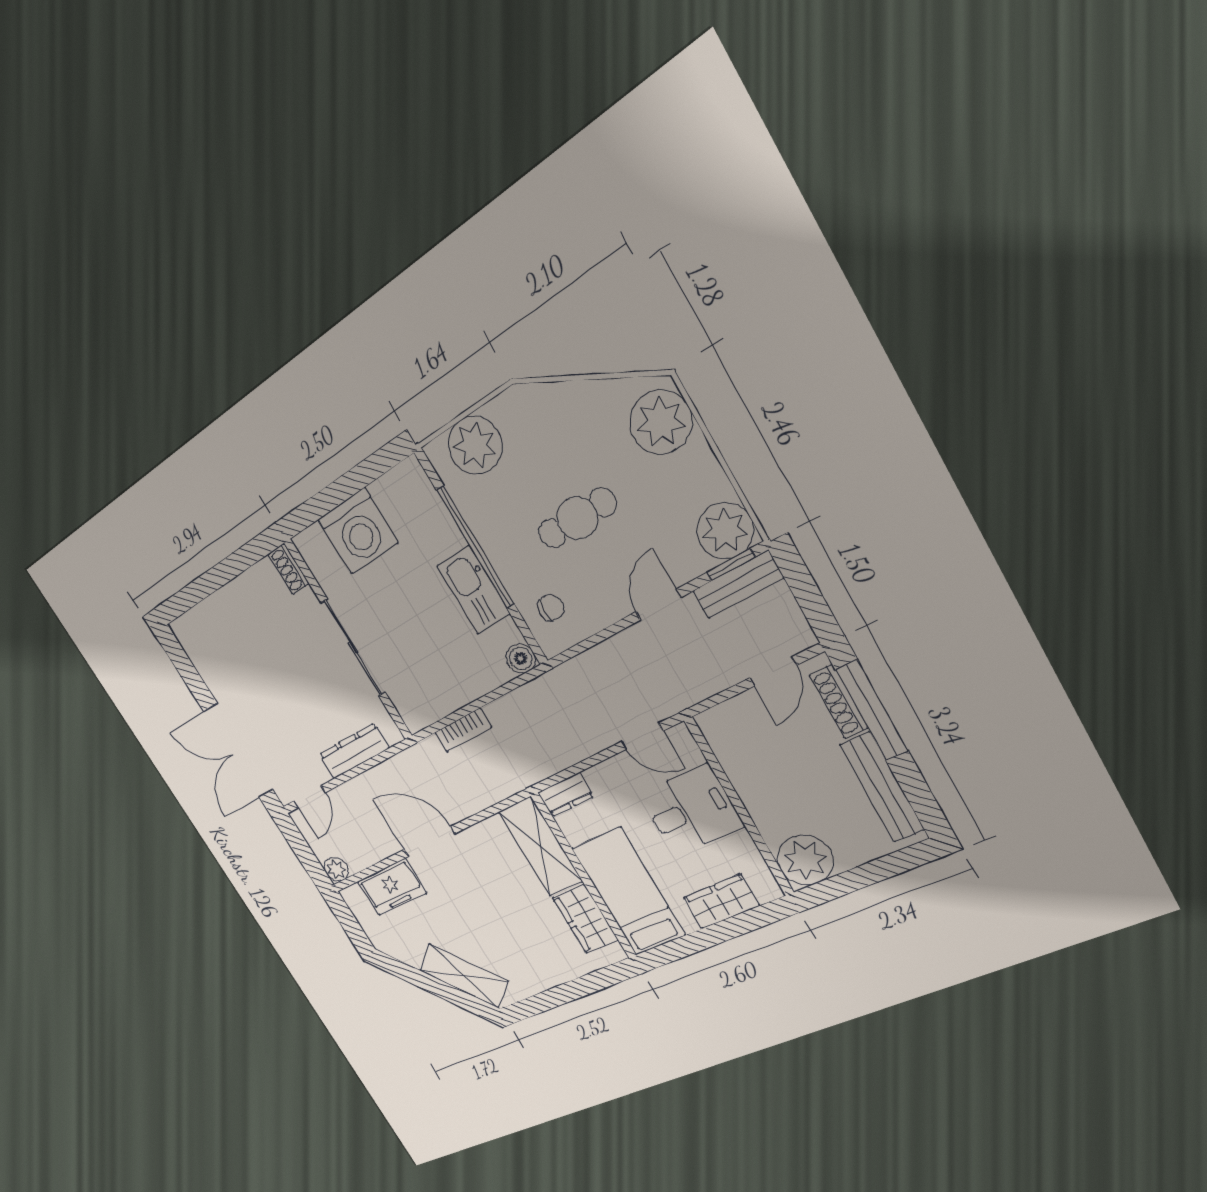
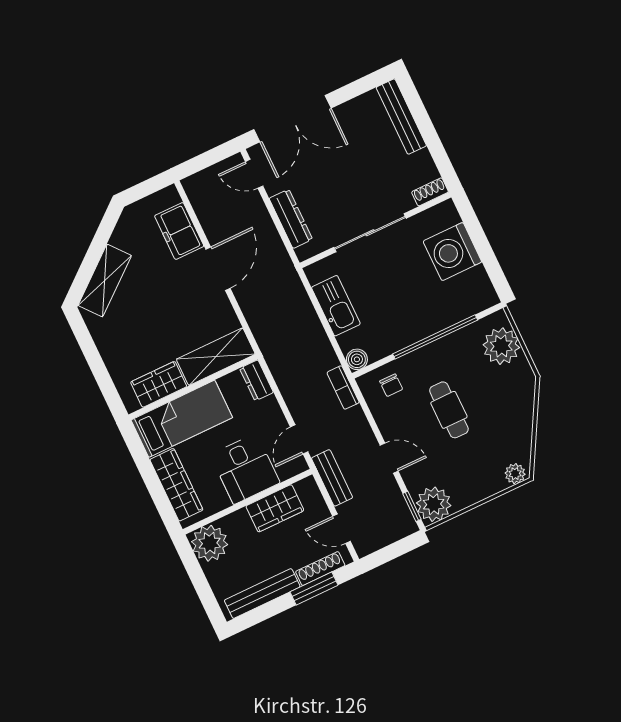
plant: (661, 422) -> (515, 474), width x0.53, depth x0.53
bench: (738, 585) -> (332, 478), moved
kitchen sink: (474, 590) -> (336, 306), moved, turned 90
bench: (208, 613) -> (401, 117), added
window: (872, 710) -> (314, 589), width x0.69
bookcase: (463, 730) -> (343, 387), moved
double door: (238, 751) -> (292, 119), swing flipped
wardrobe: (747, 769) -> (275, 508), added
plant: (336, 869) -> (193, 185), removed
wardrobe: (721, 902) -> (176, 485), width x1.50

